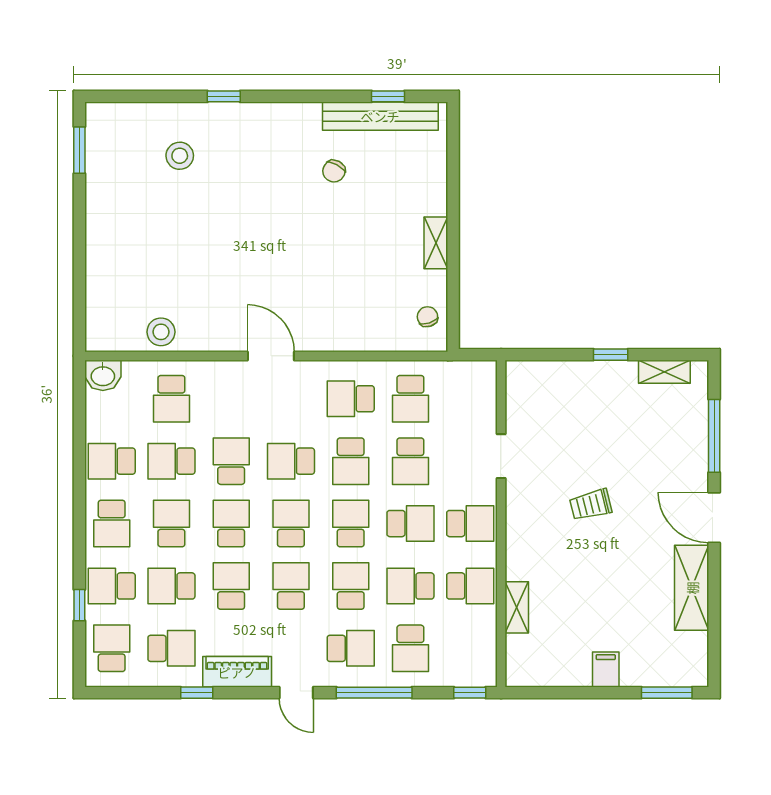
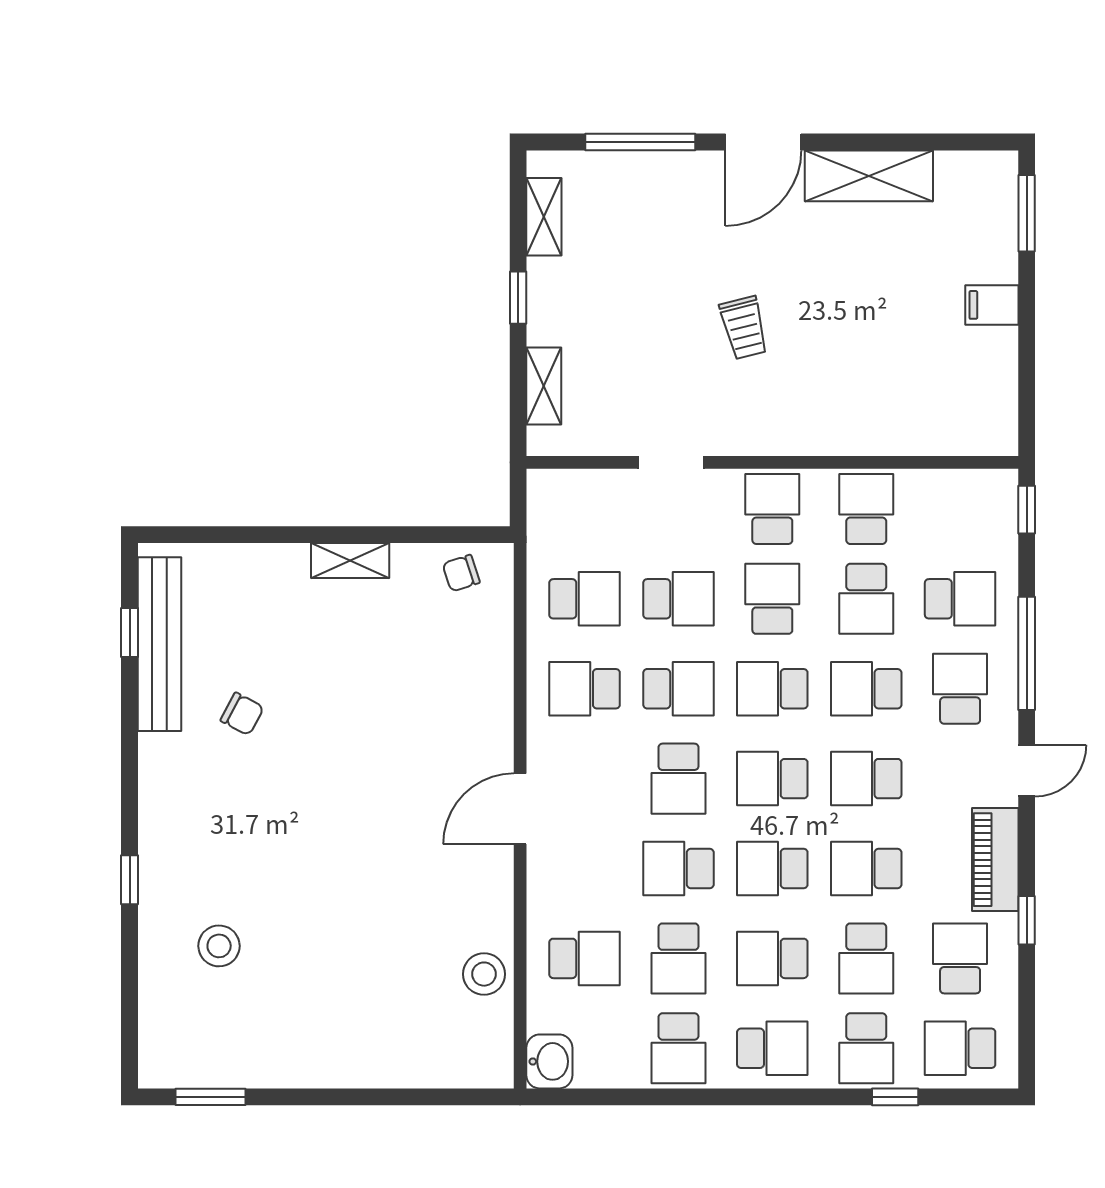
school desk: (351, 399) -> (585, 689), turned 90
shelving: (517, 607) -> (544, 386), moved, turned 90

